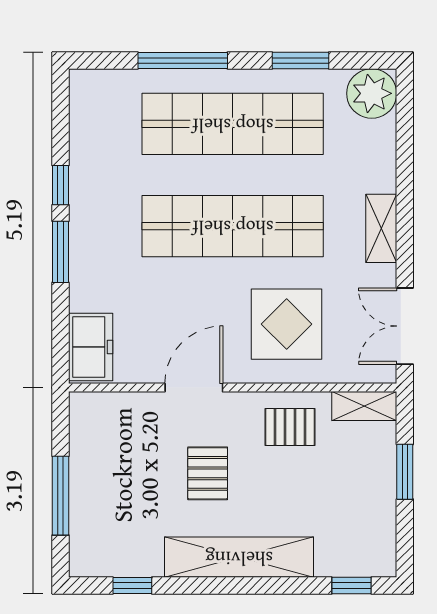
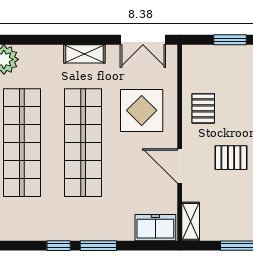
shelving: (364, 406) -> (191, 221), moved

